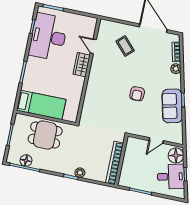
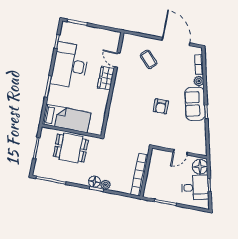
desk: (48, 37) -> (70, 65), moved
sofa: (172, 106) -> (195, 104), moved
floor lamp: (26, 160) -> (94, 182), moved

